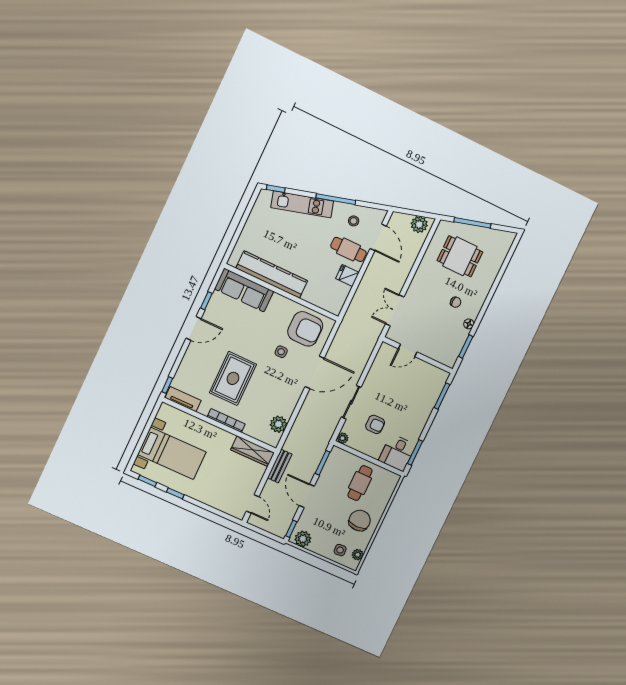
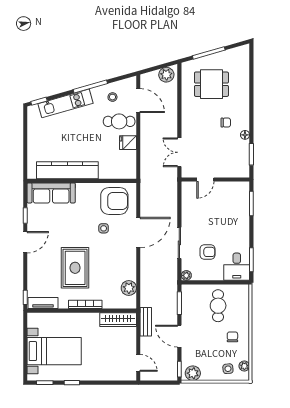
chair: (360, 521) -> (232, 337), width x0.54, depth x0.54

